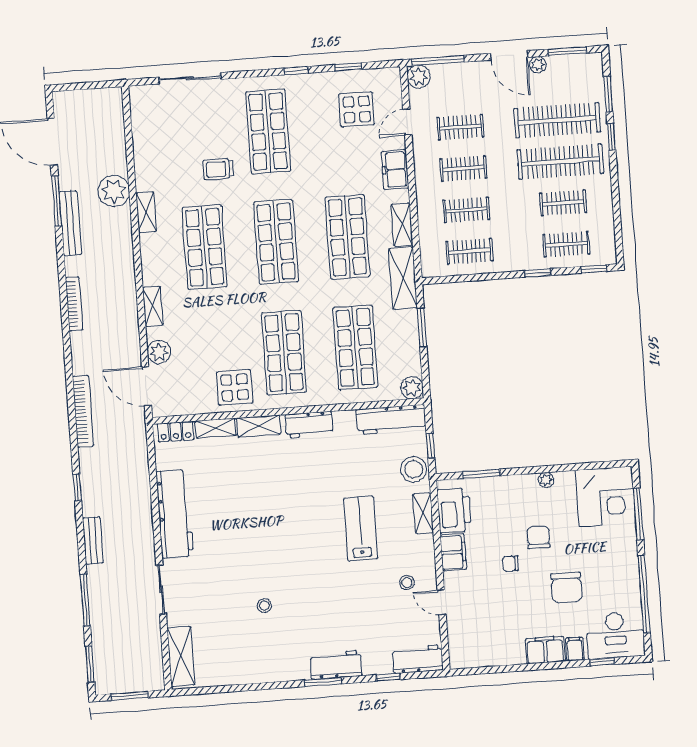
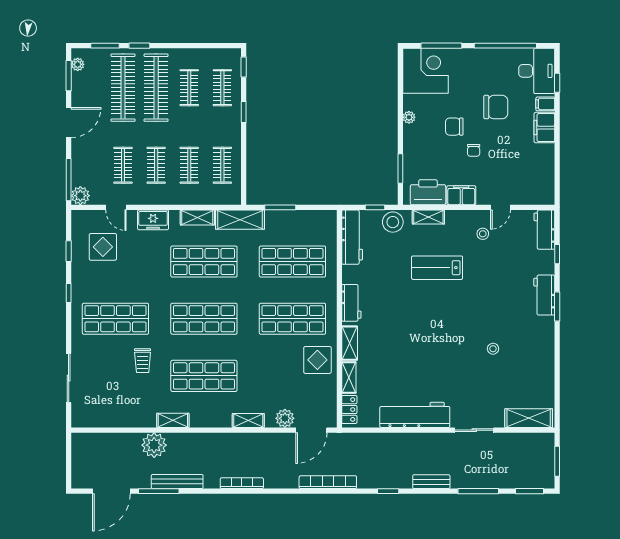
plant: (538, 65) -> (78, 64), moved
plant: (412, 388) -> (328, 219), removed

